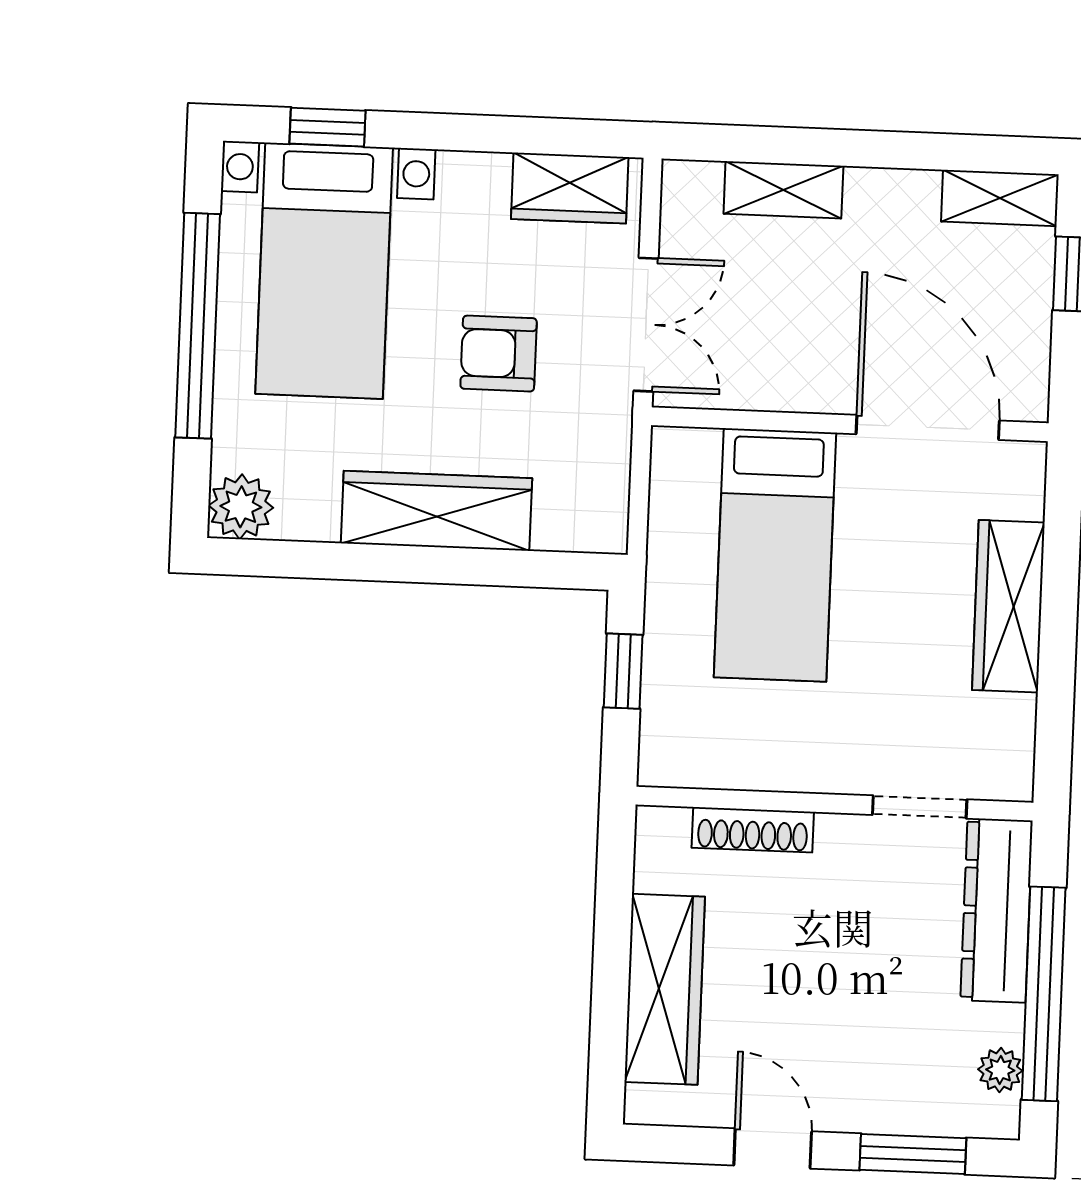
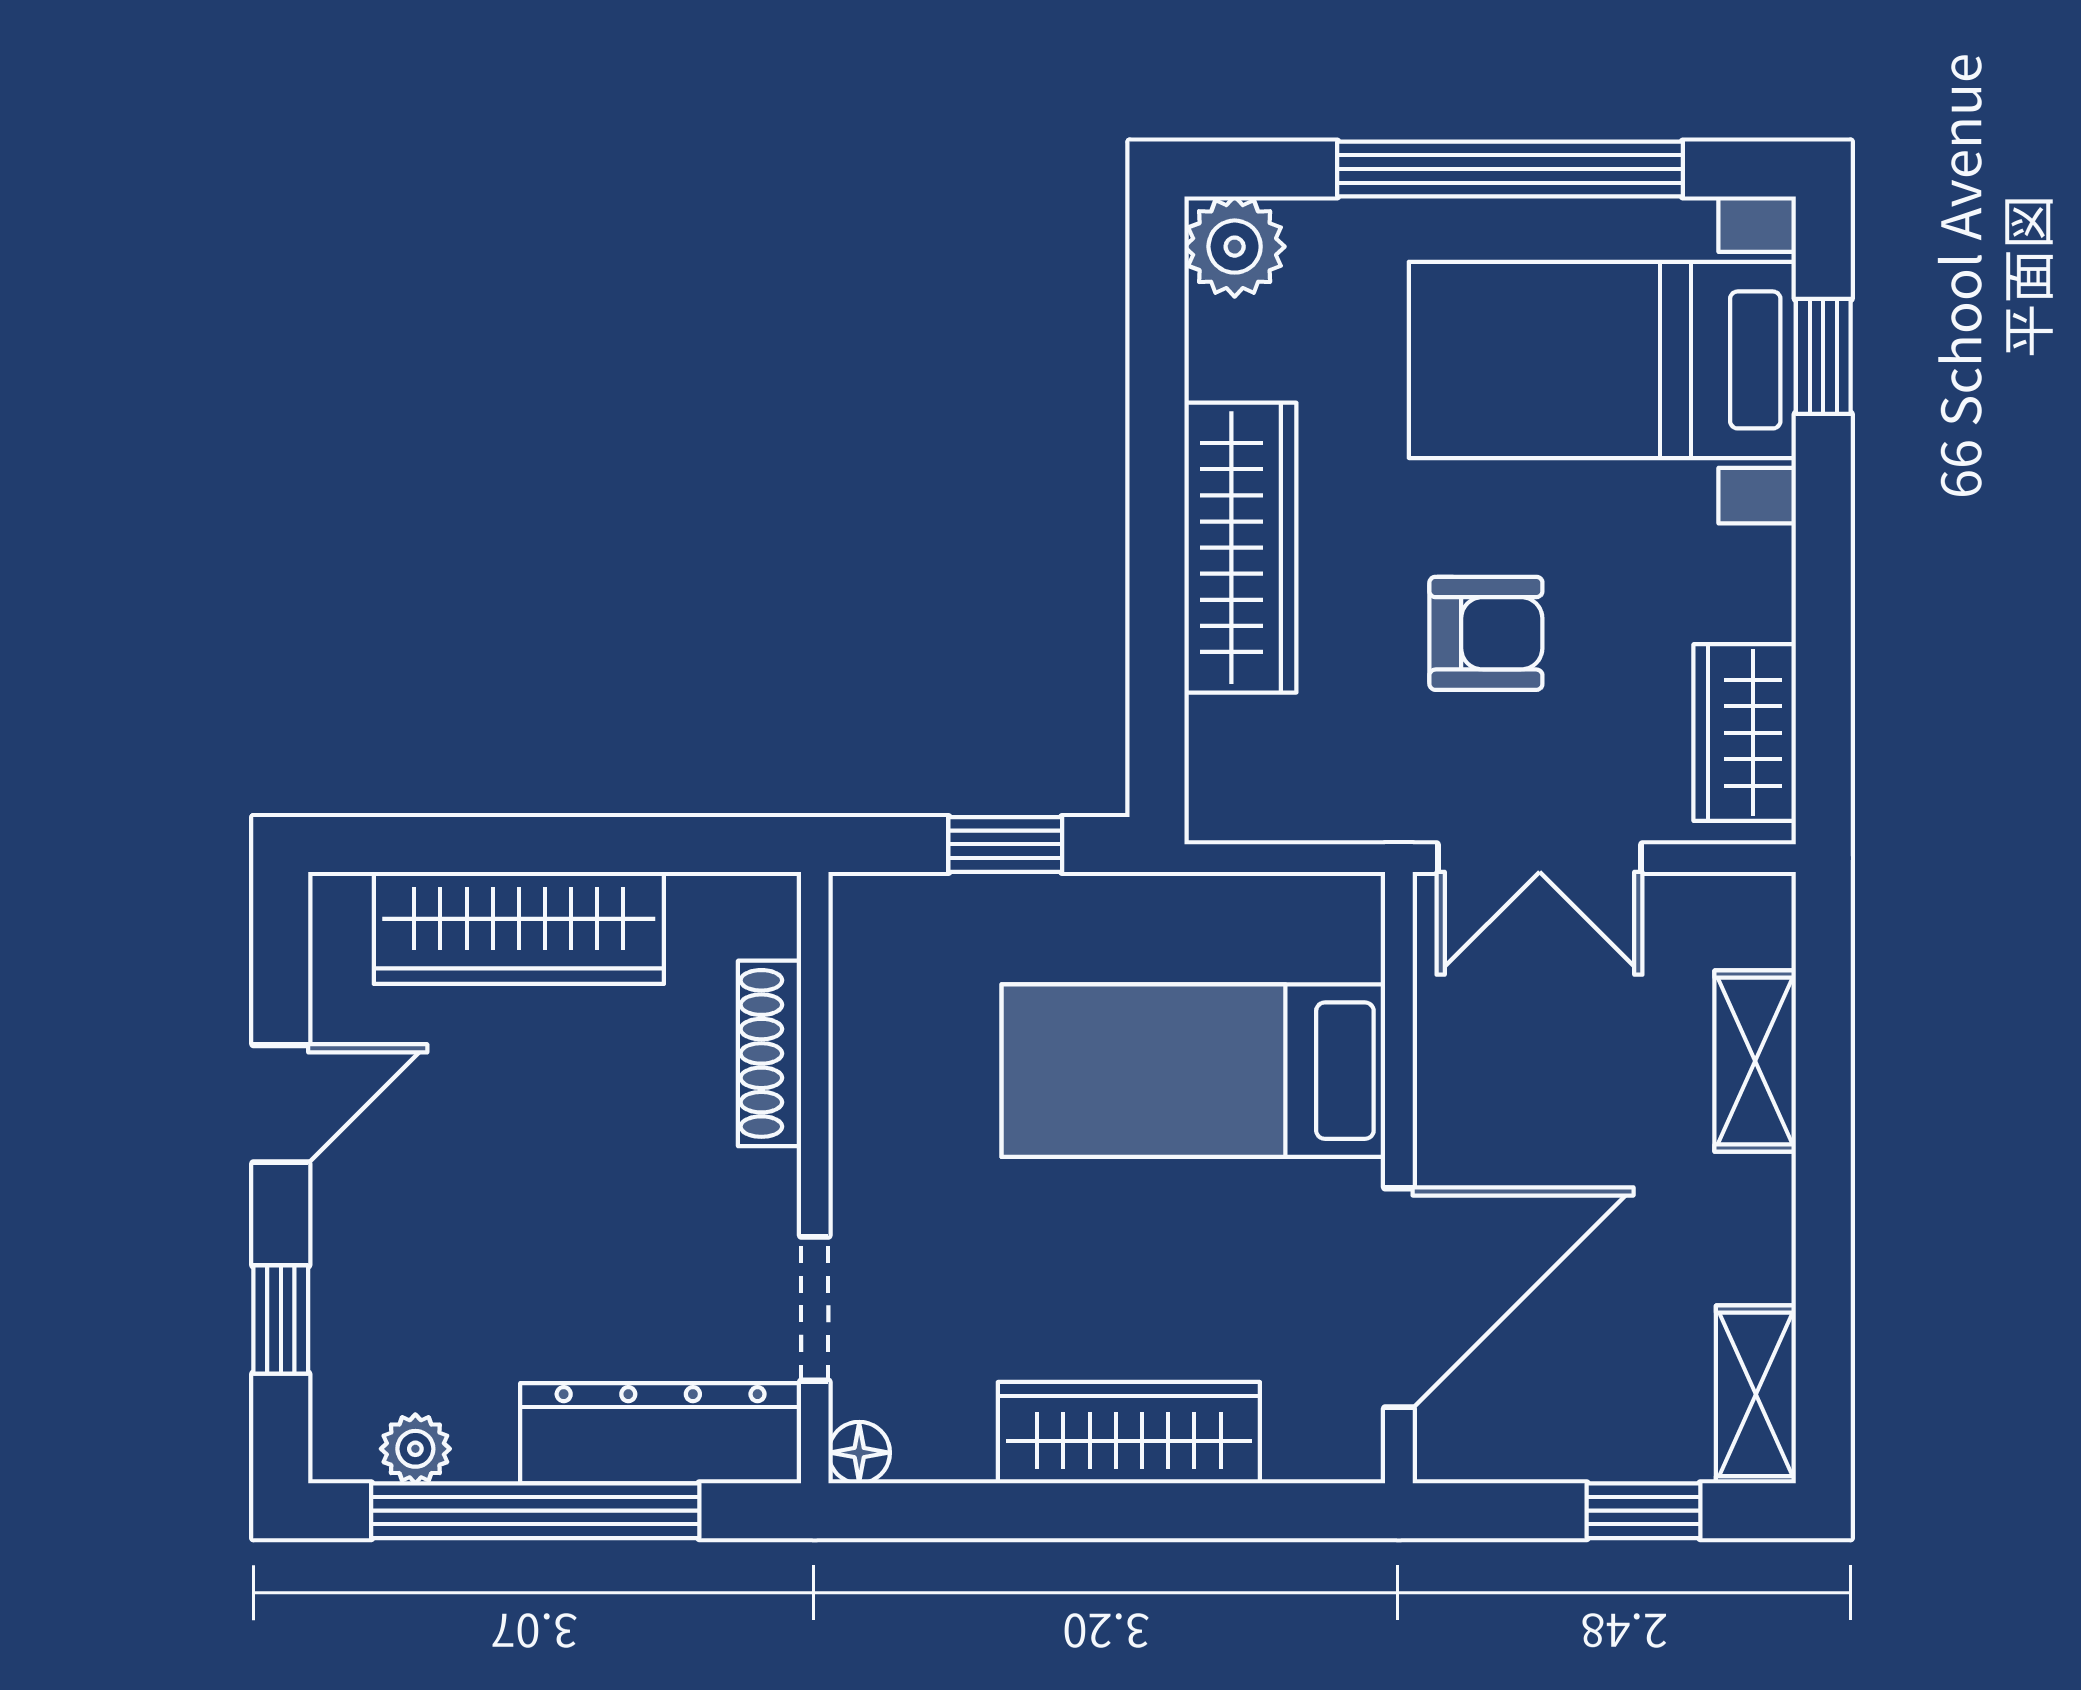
armchair: (499, 354) -> (1486, 633), turned 90
floor lamp: (1014, 782) -> (859, 1453), added
window: (913, 1154) -> (281, 1320), width x0.67

